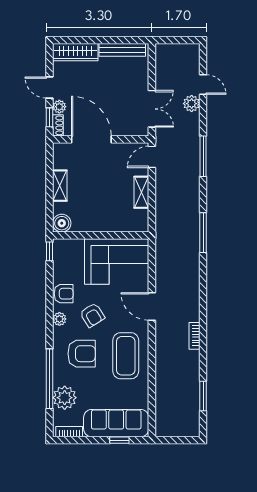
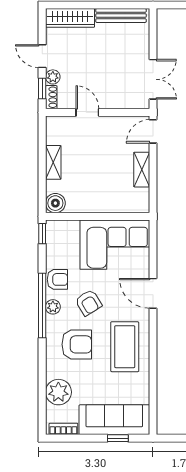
door: (91, 139) -> (87, 112), width x0.53
window: (50, 379) -> (42, 305), moved

